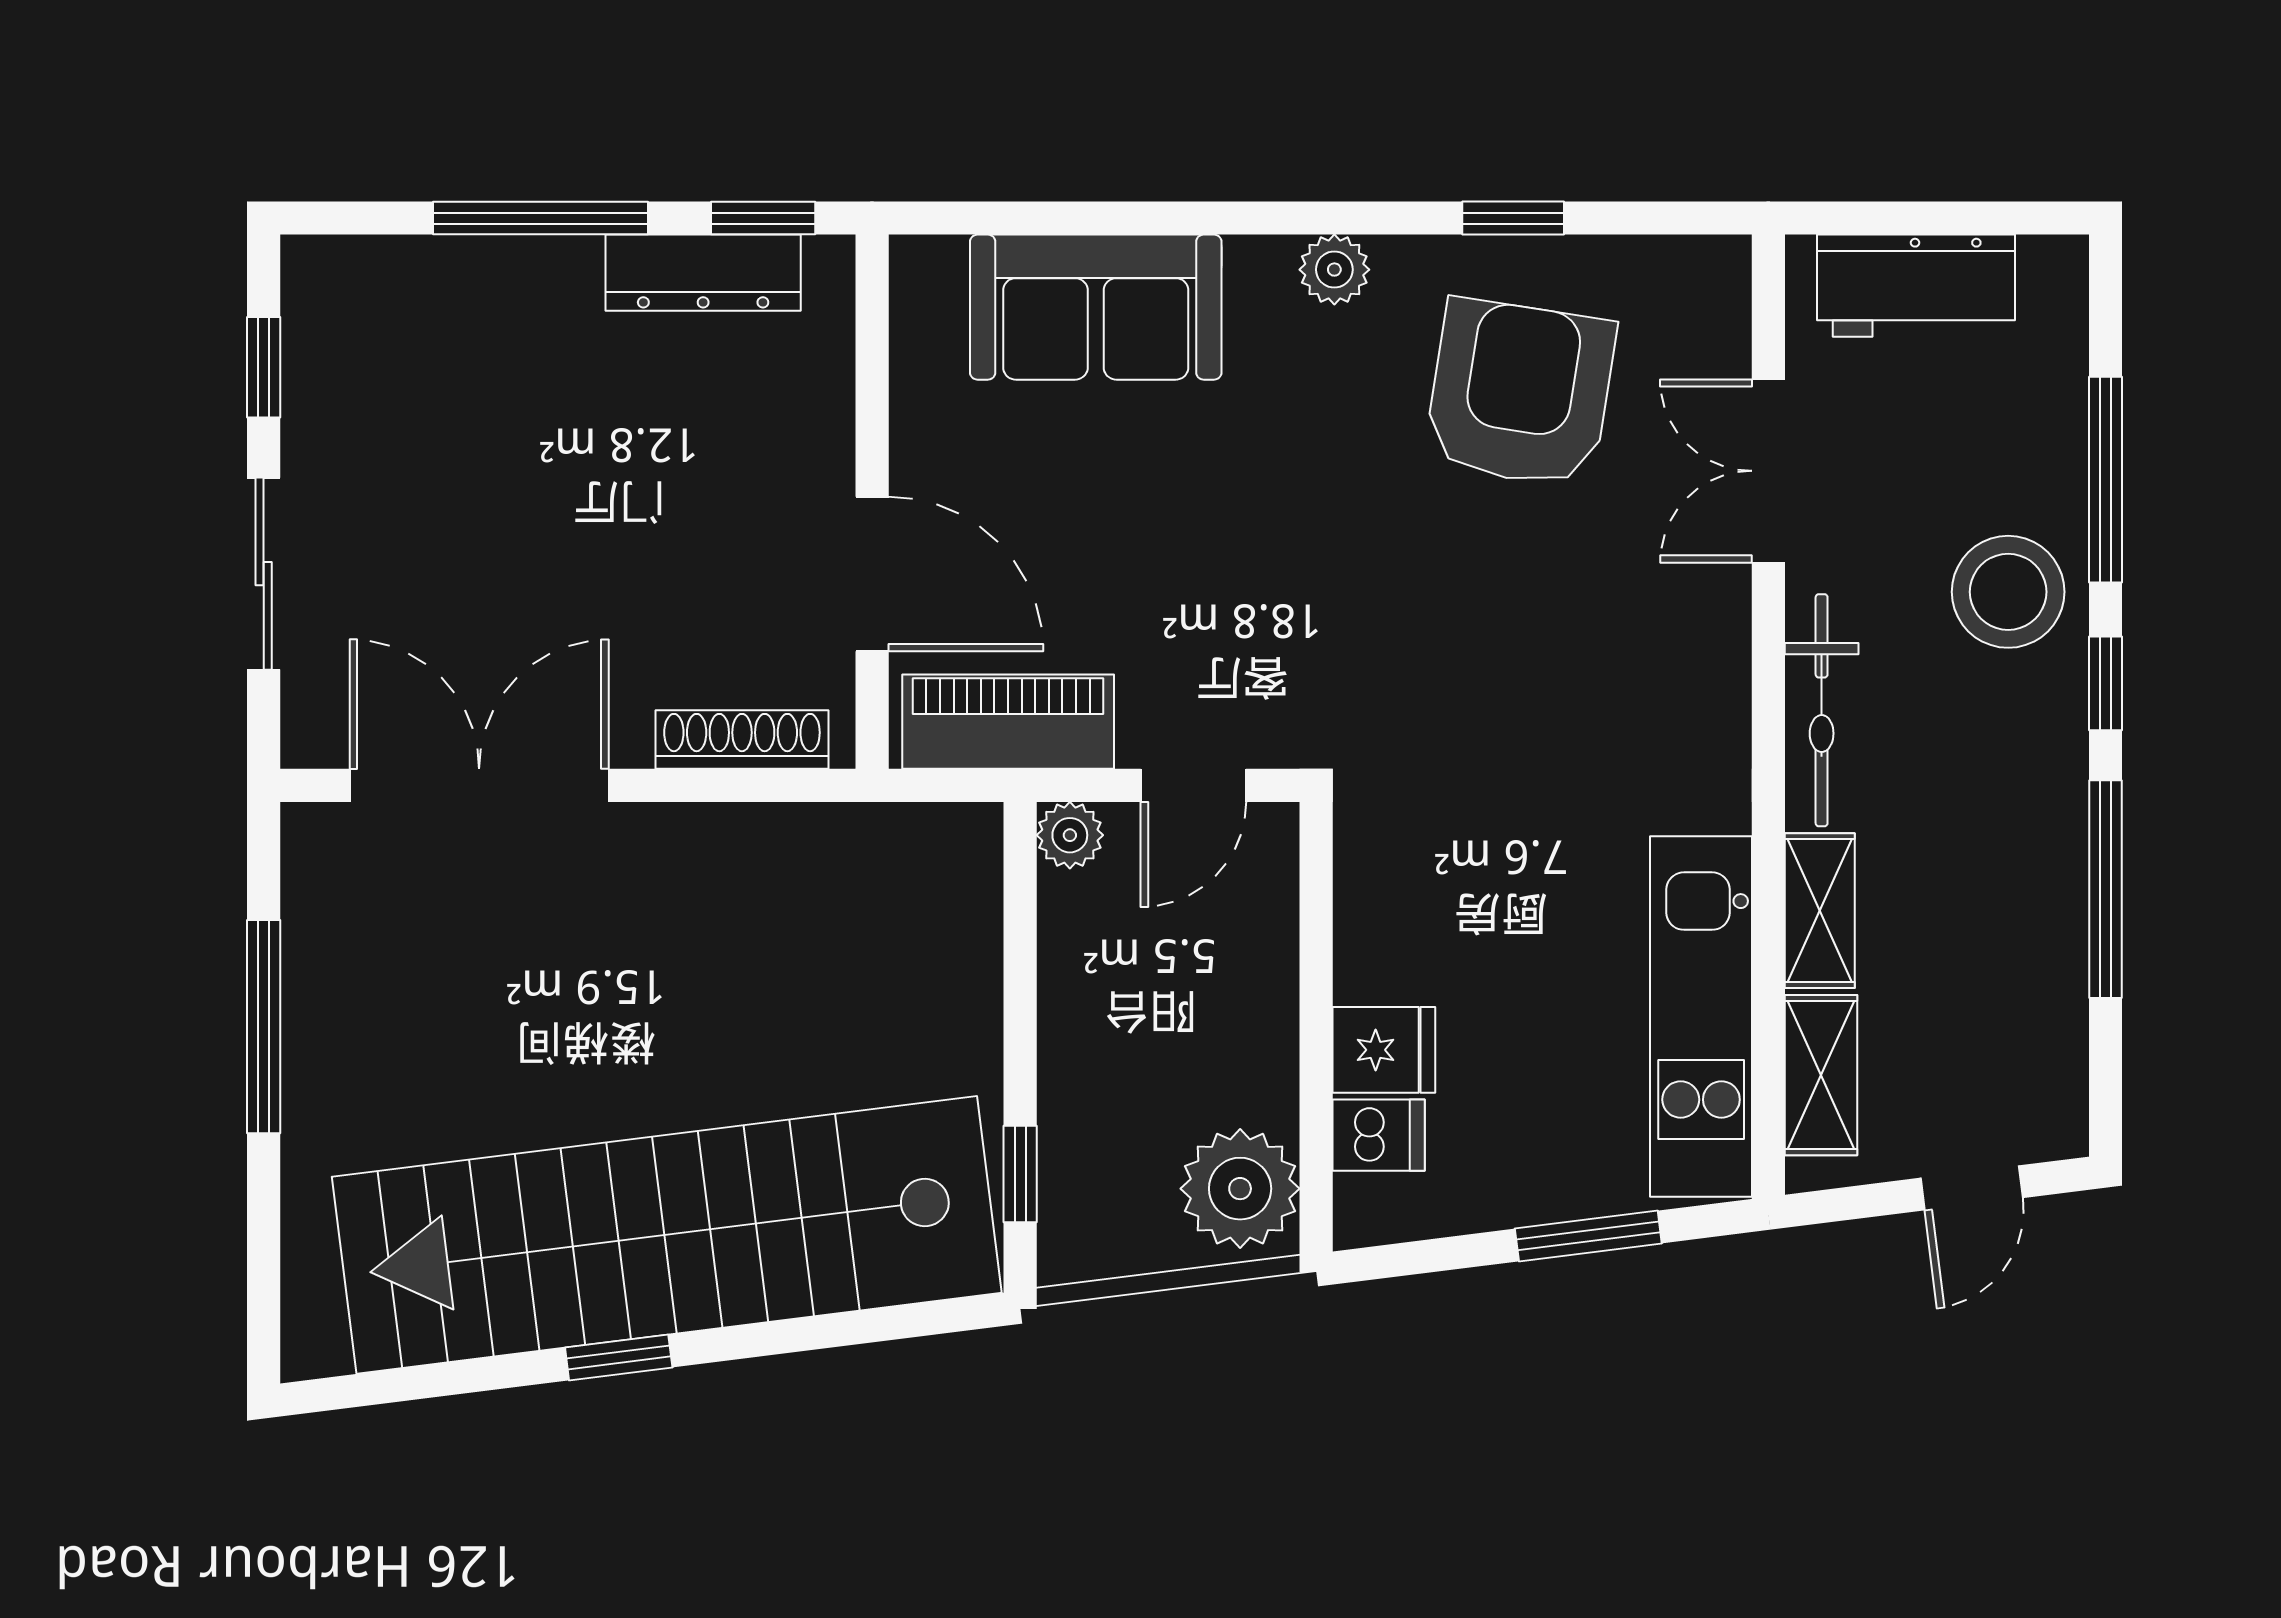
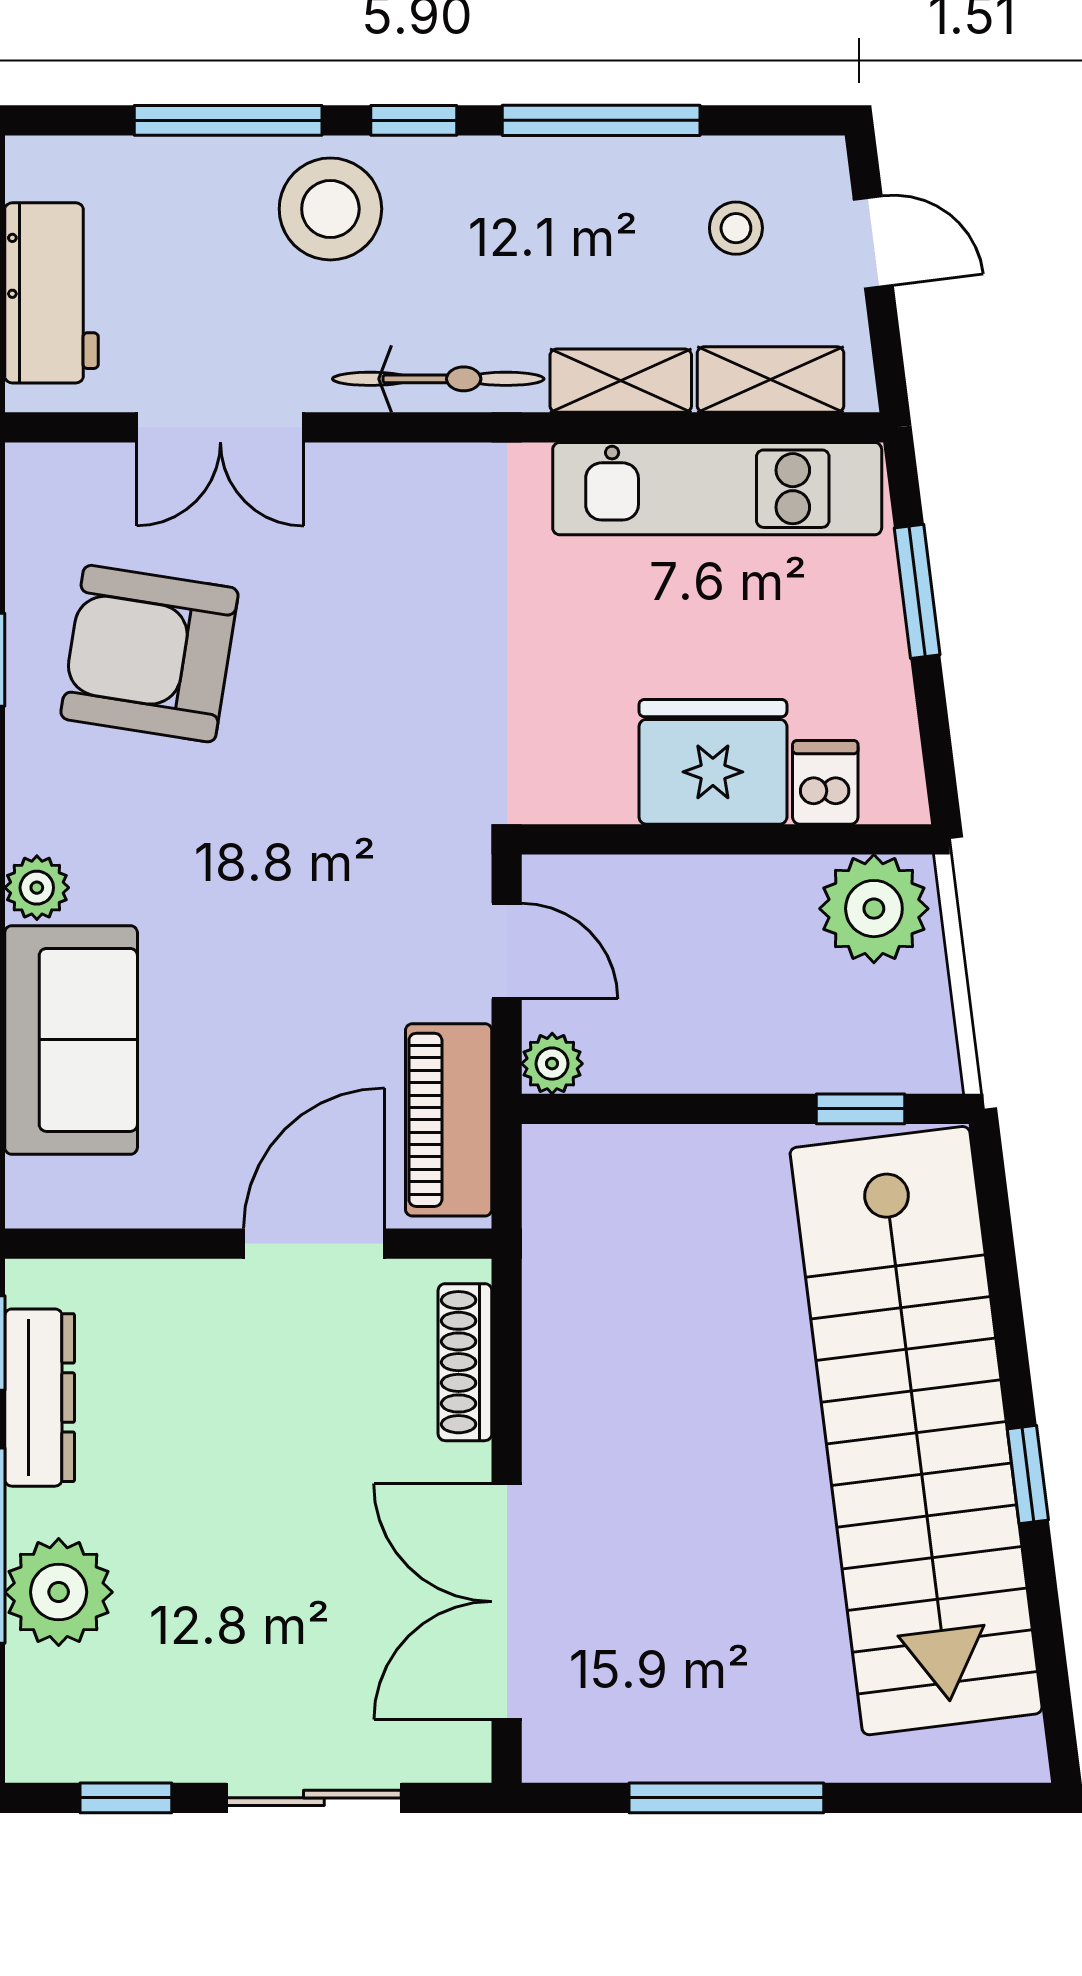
plant: (1334, 270) -> (37, 888), moved
plant: (490, 293) -> (59, 1592), added
stool: (1987, 1037) -> (736, 228), added
fridge: (1384, 1050) -> (713, 762), width x1.88, depth x1.34

